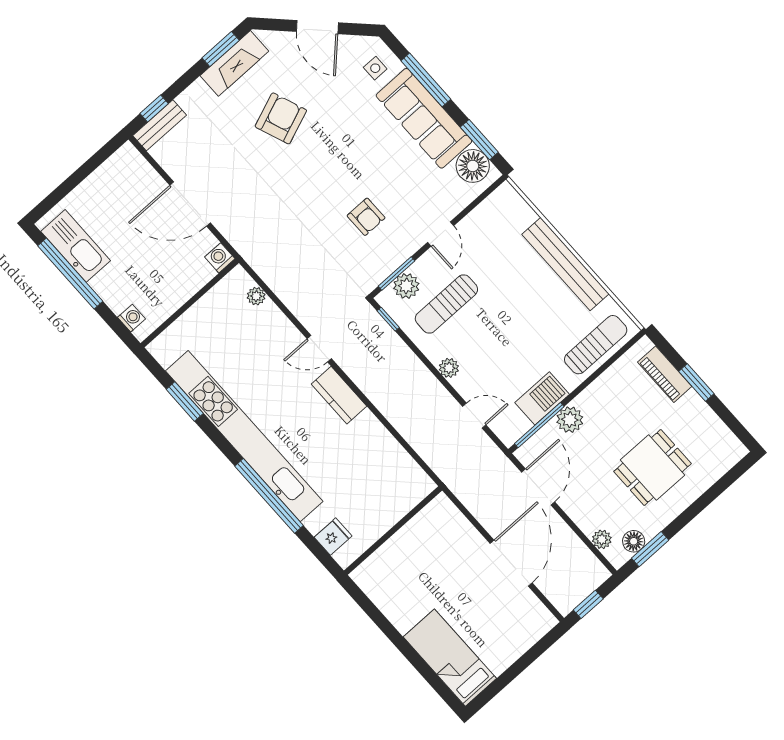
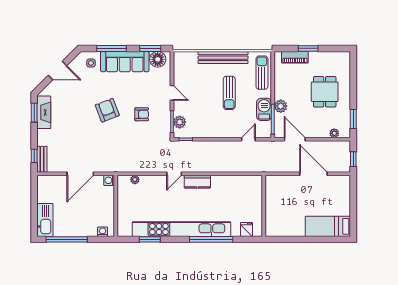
armchair: (281, 118) -> (107, 110), moved
kitchen sink: (76, 246) -> (45, 220), moved, turned 90
sun lounger: (446, 304) -> (229, 93), moved
plant: (449, 368) -> (223, 133), removed
floor lamp: (634, 541) -> (345, 122), removed

